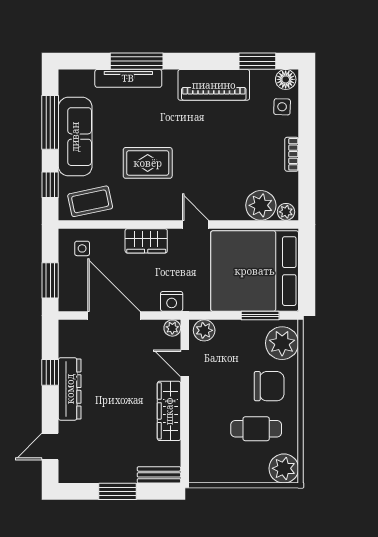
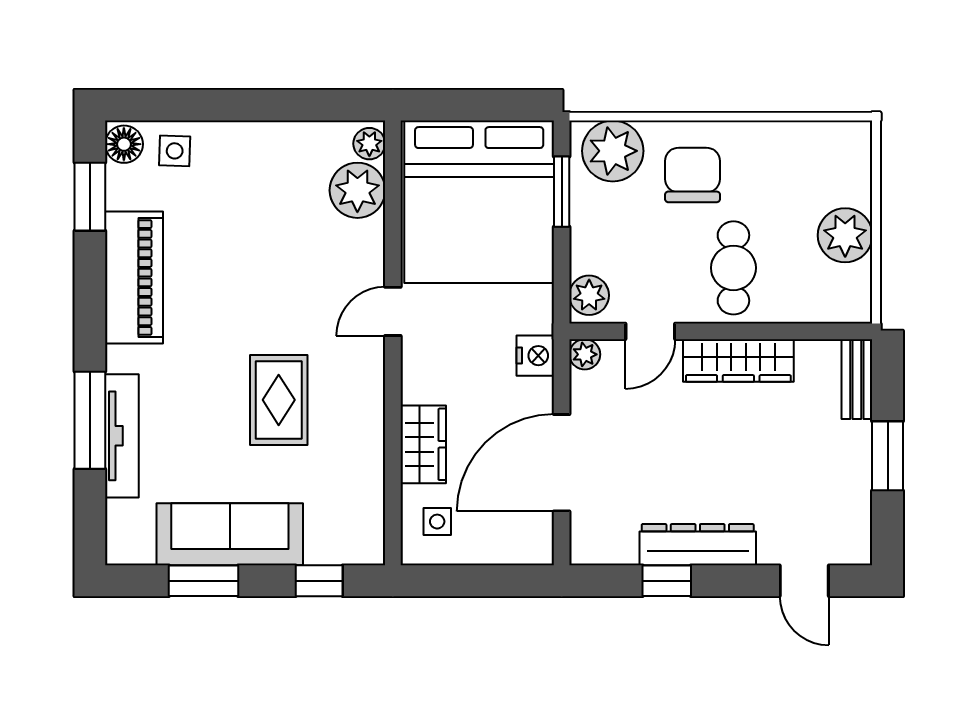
window: (50, 122) -> (204, 581), width x0.69
bookcase: (292, 154) -> (263, 133), removed
coffee table: (90, 201) -> (350, 507), removed
wardrobe: (146, 241) -> (423, 444), moved
window: (50, 280) -> (497, 581), removed
cafe table: (256, 429) -> (733, 268), moved
plant: (284, 468) -> (845, 235), moved

